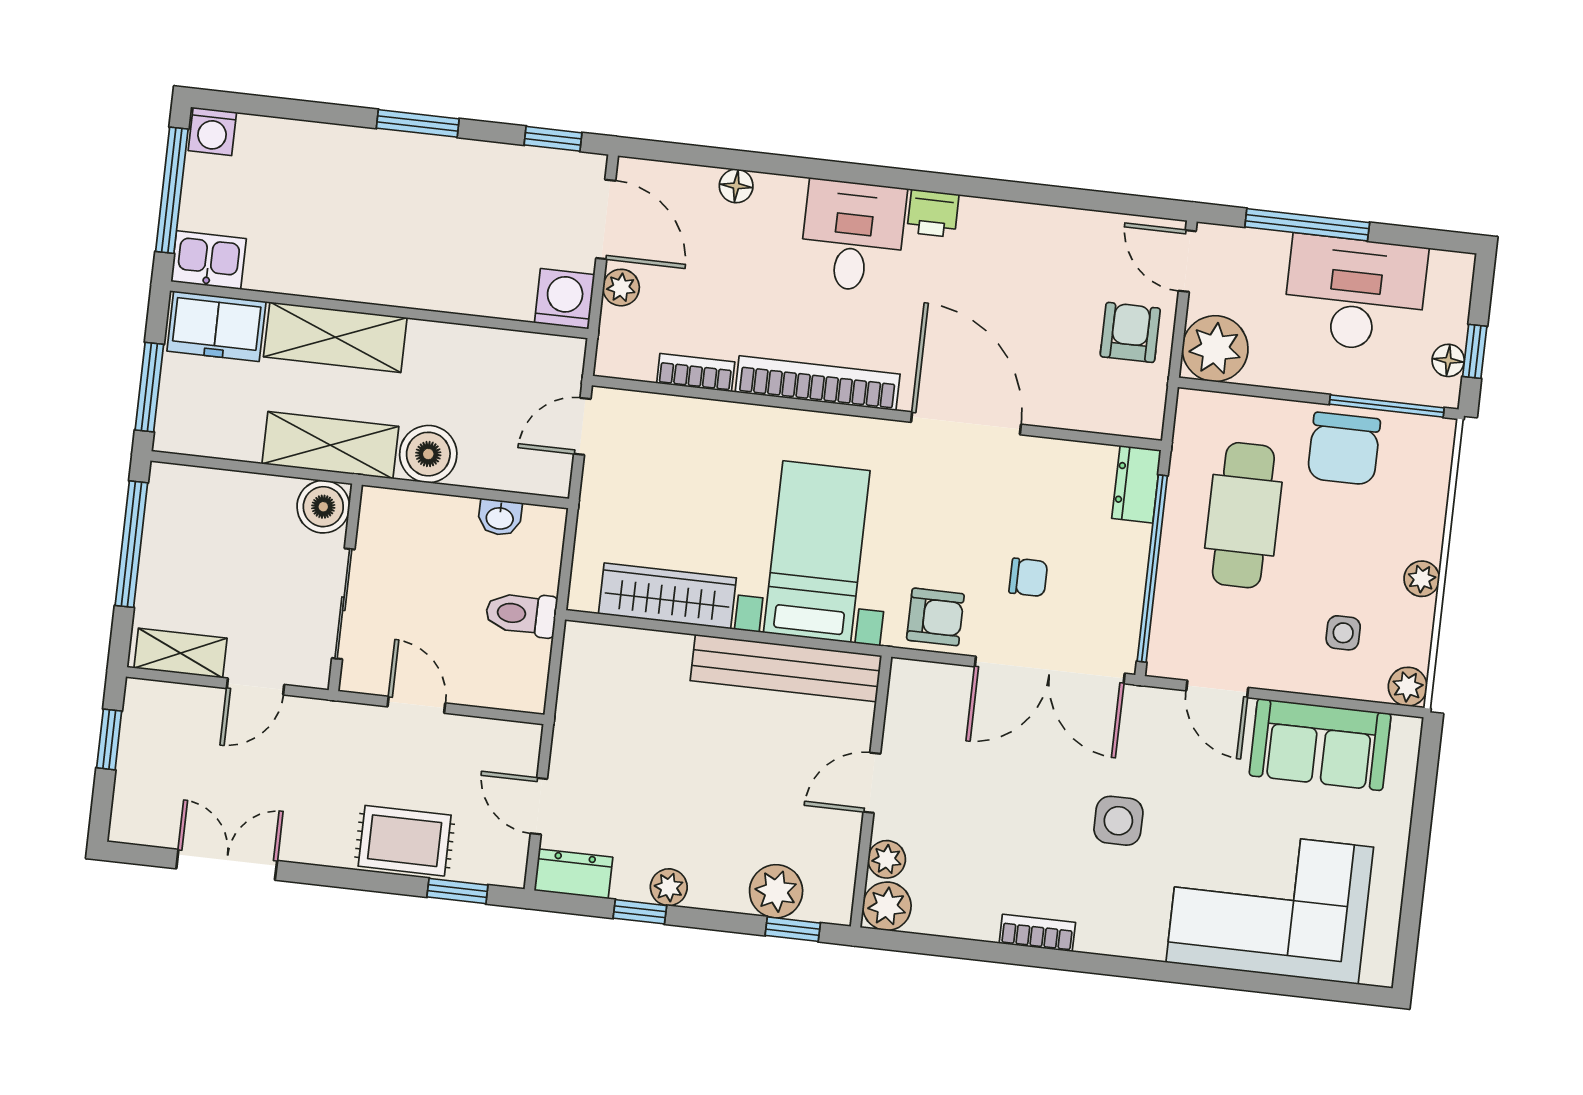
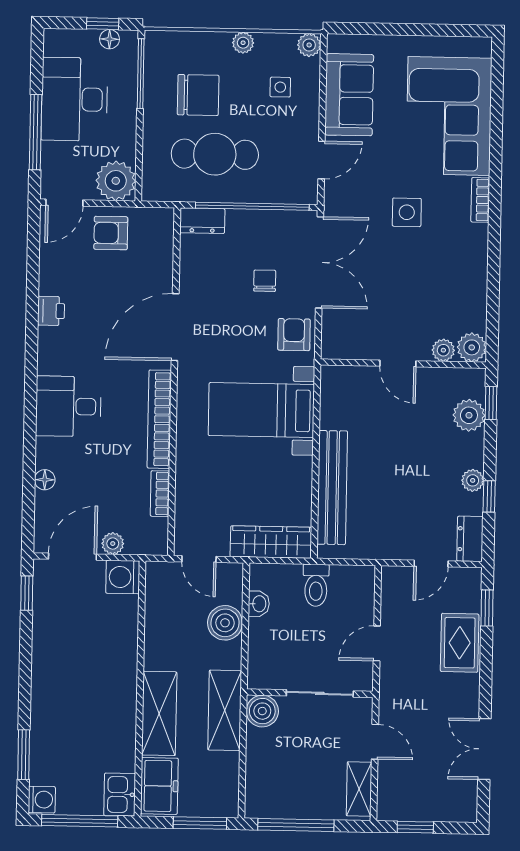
window: (418, 123) -> (24, 755), moved
printer: (933, 213) -> (51, 311), moved
chair: (1344, 449) -> (198, 95), moved
boiler: (428, 454) -> (225, 623), moved
wardrobe: (667, 596) -> (271, 542), moved, turned 90
bench: (786, 668) -> (332, 488), moved
bookcase: (1037, 933) -> (480, 200), moved

